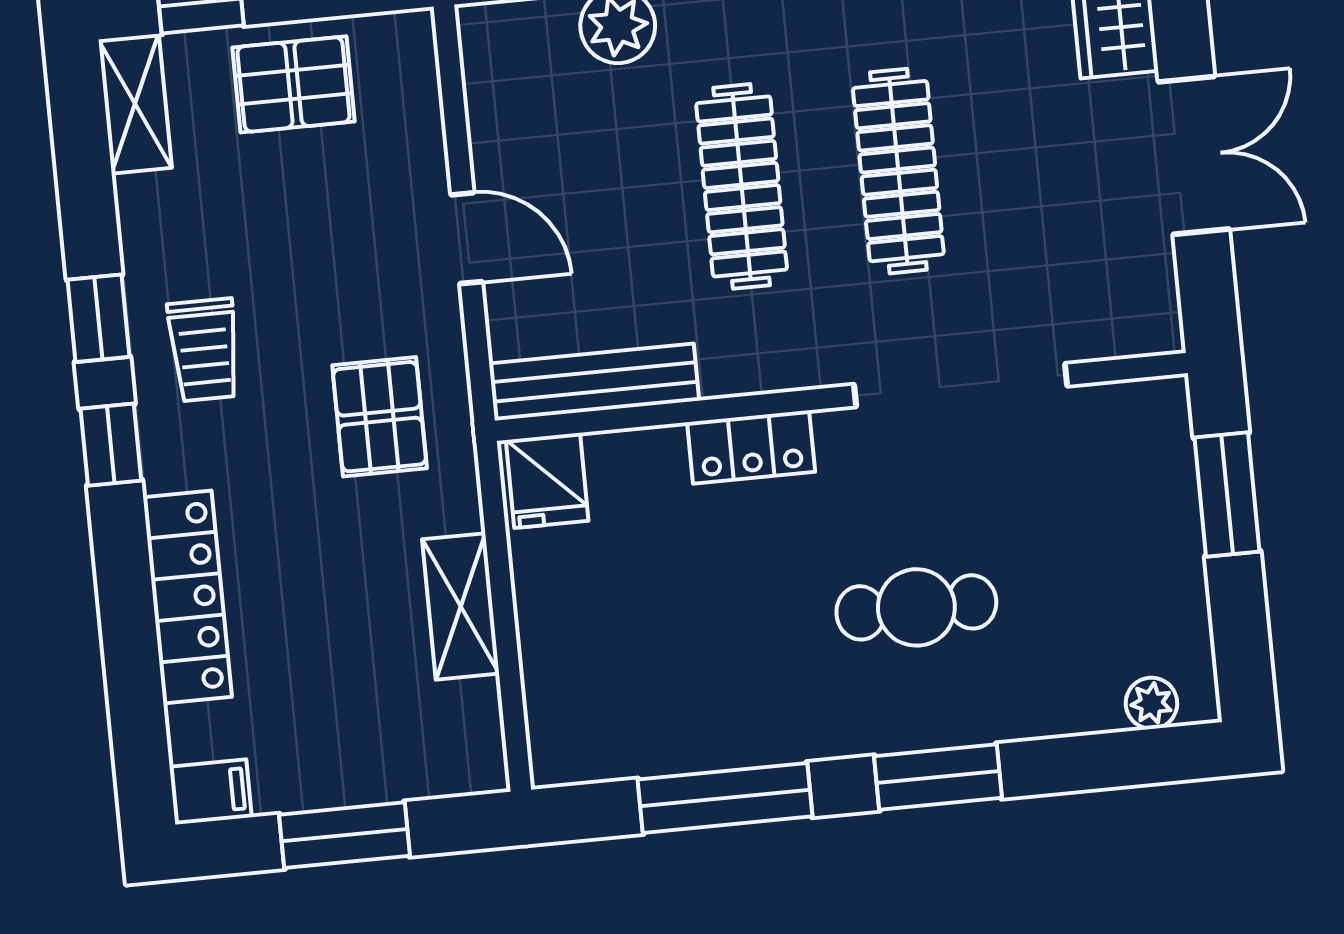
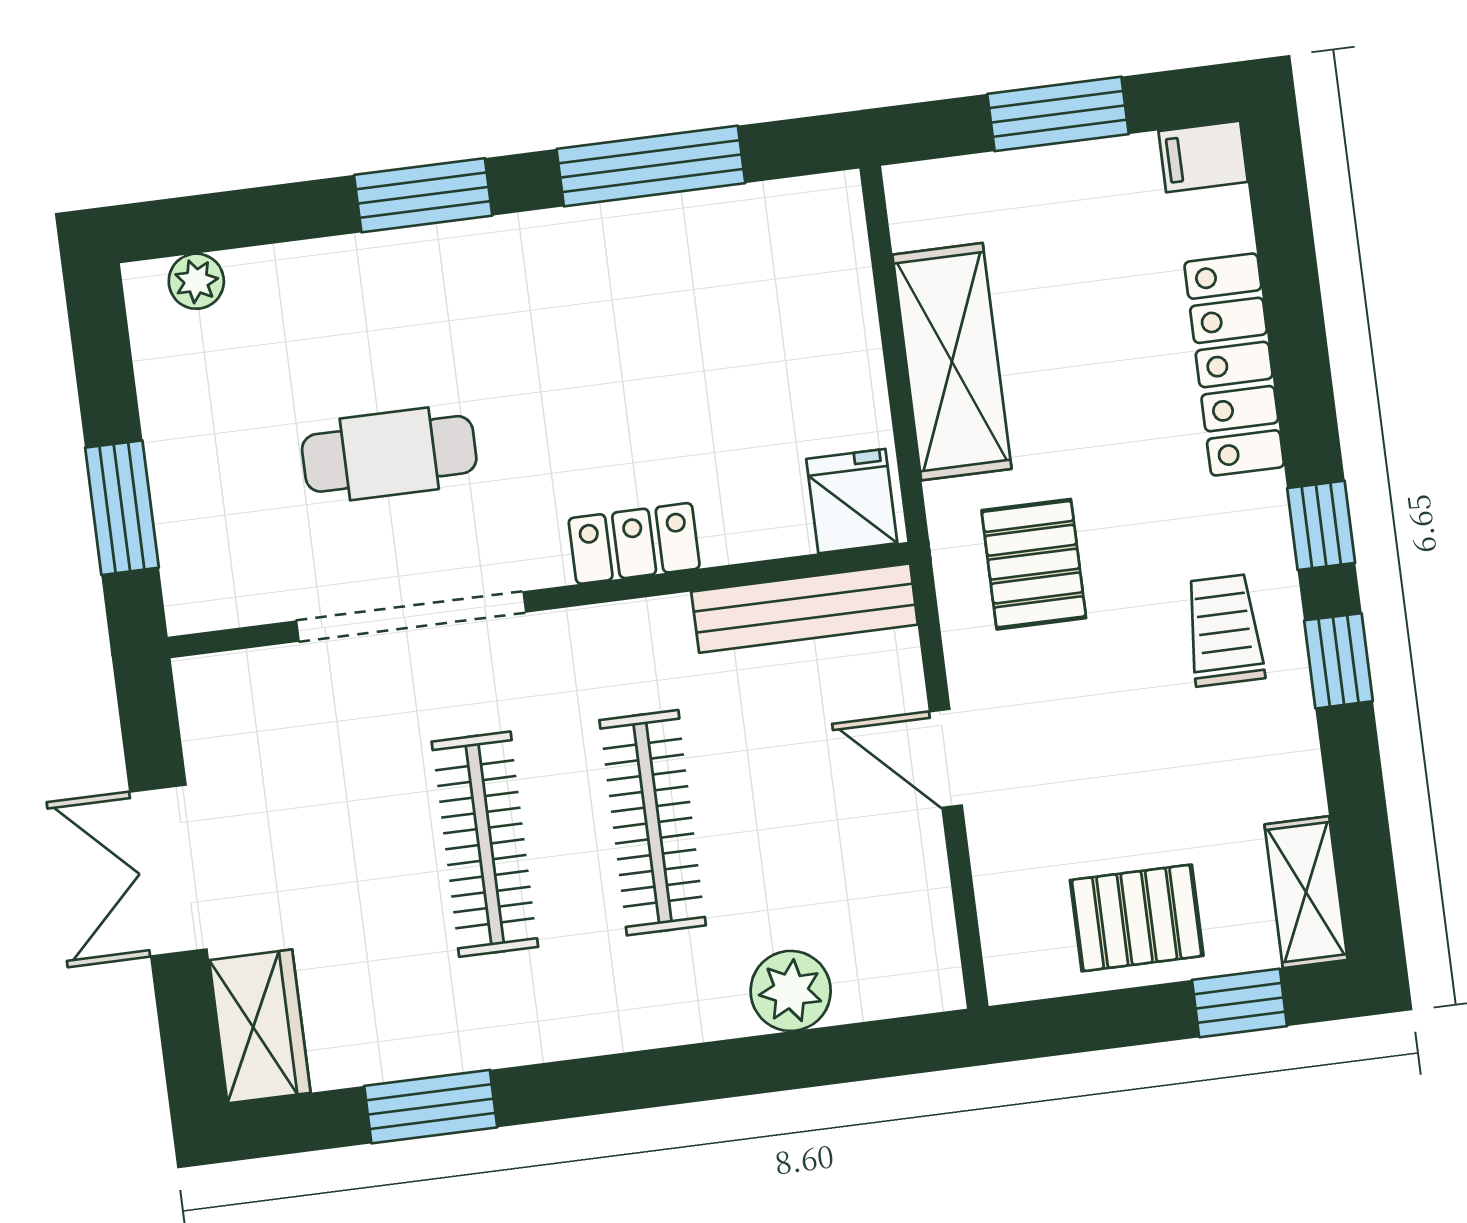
shelving: (461, 606) -> (952, 362), width x1.50, depth x1.33
cafe table: (916, 607) -> (389, 454), moved

